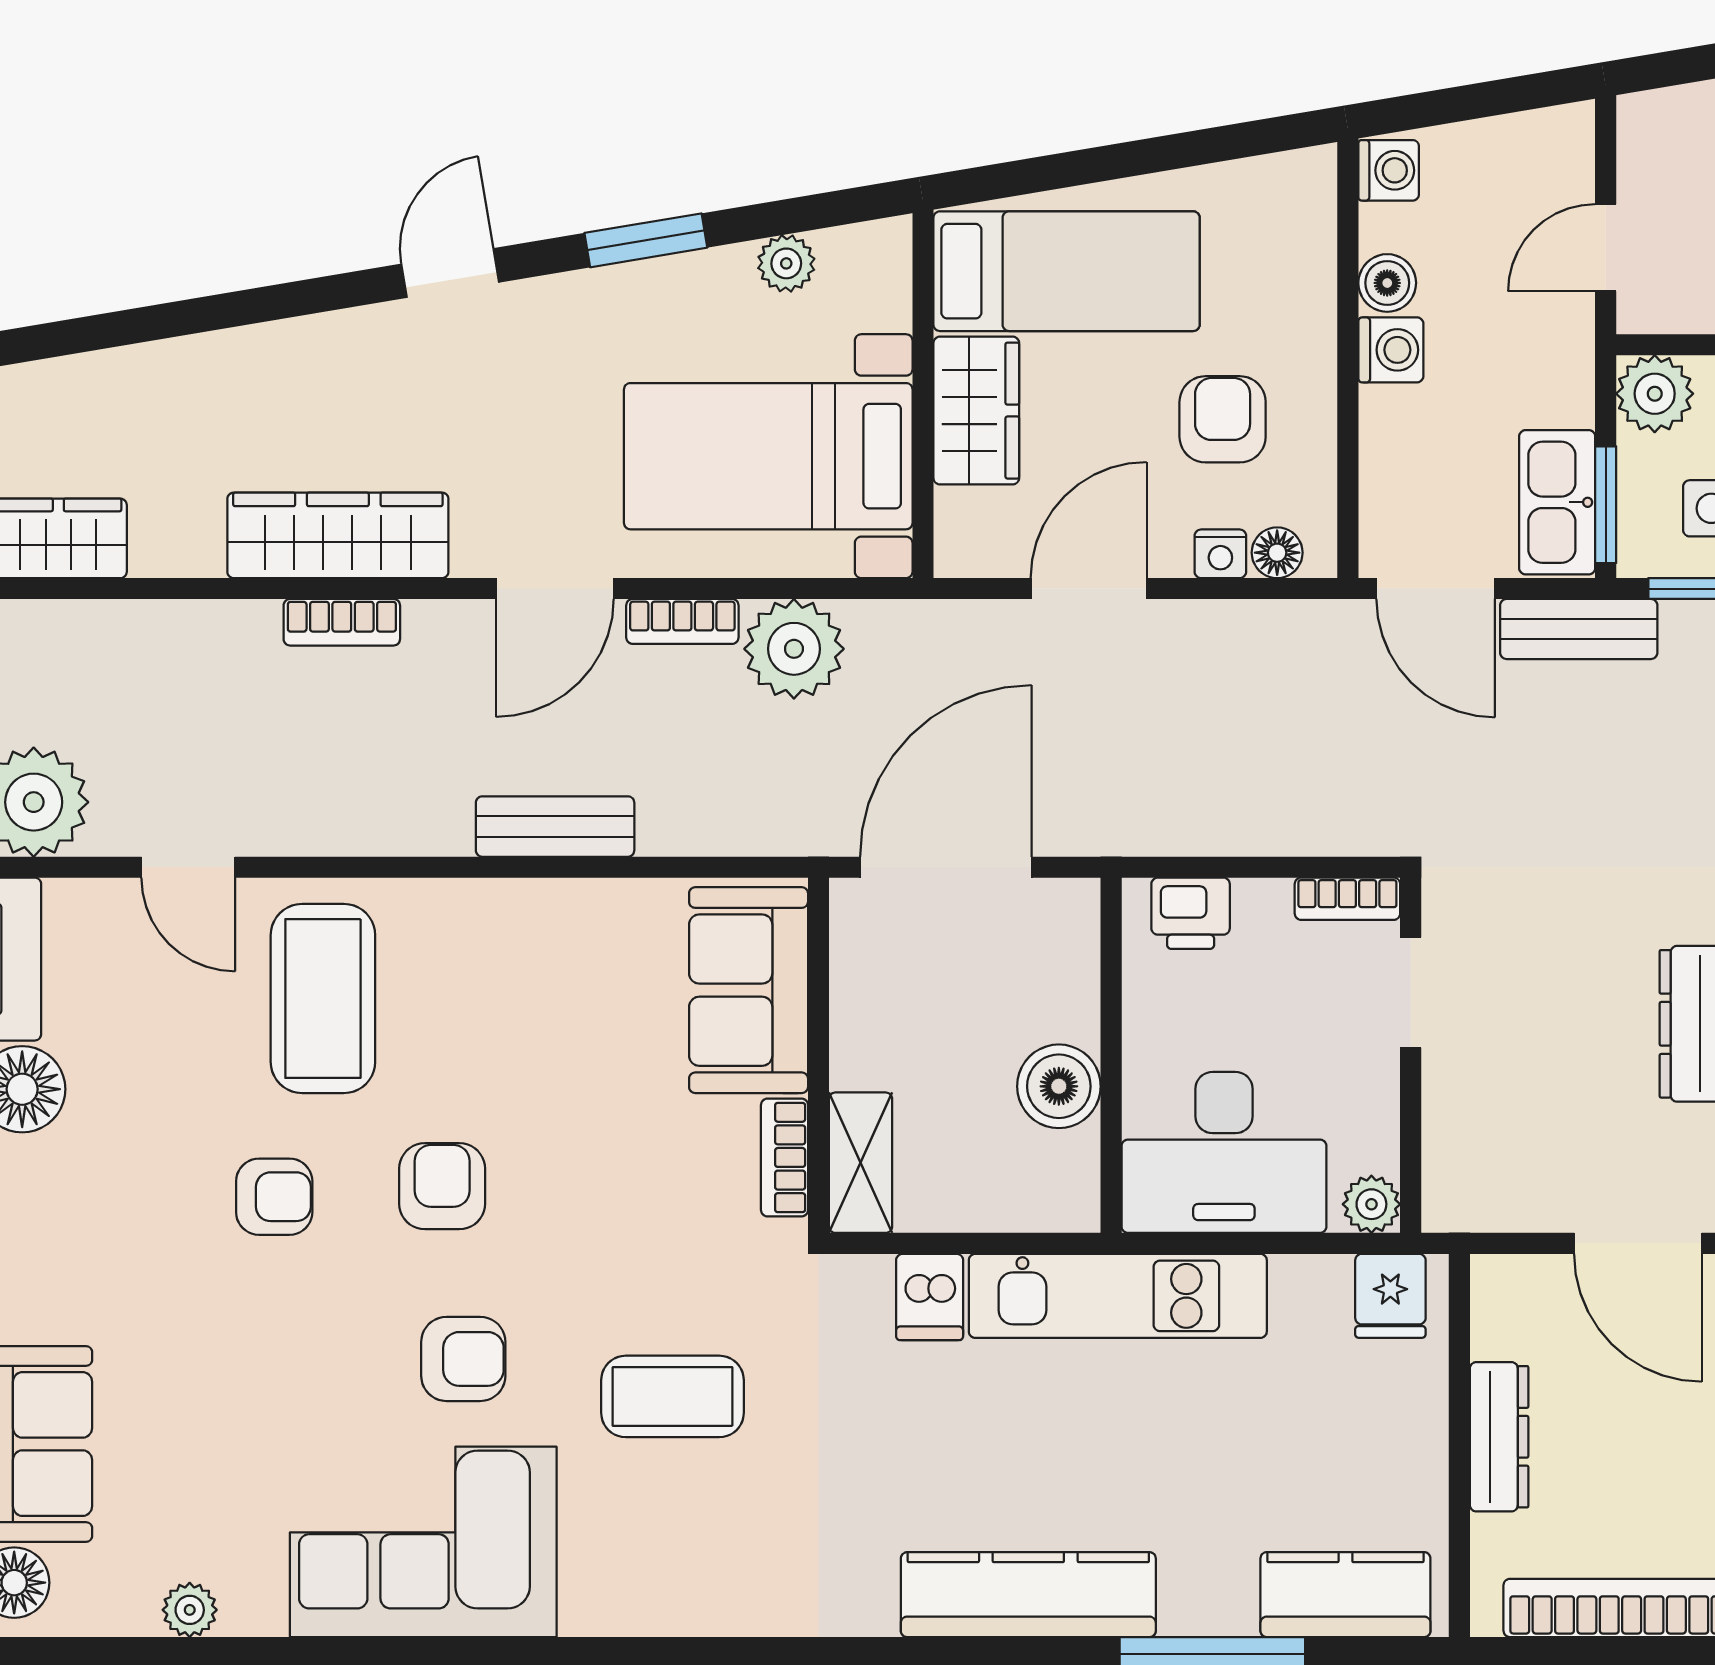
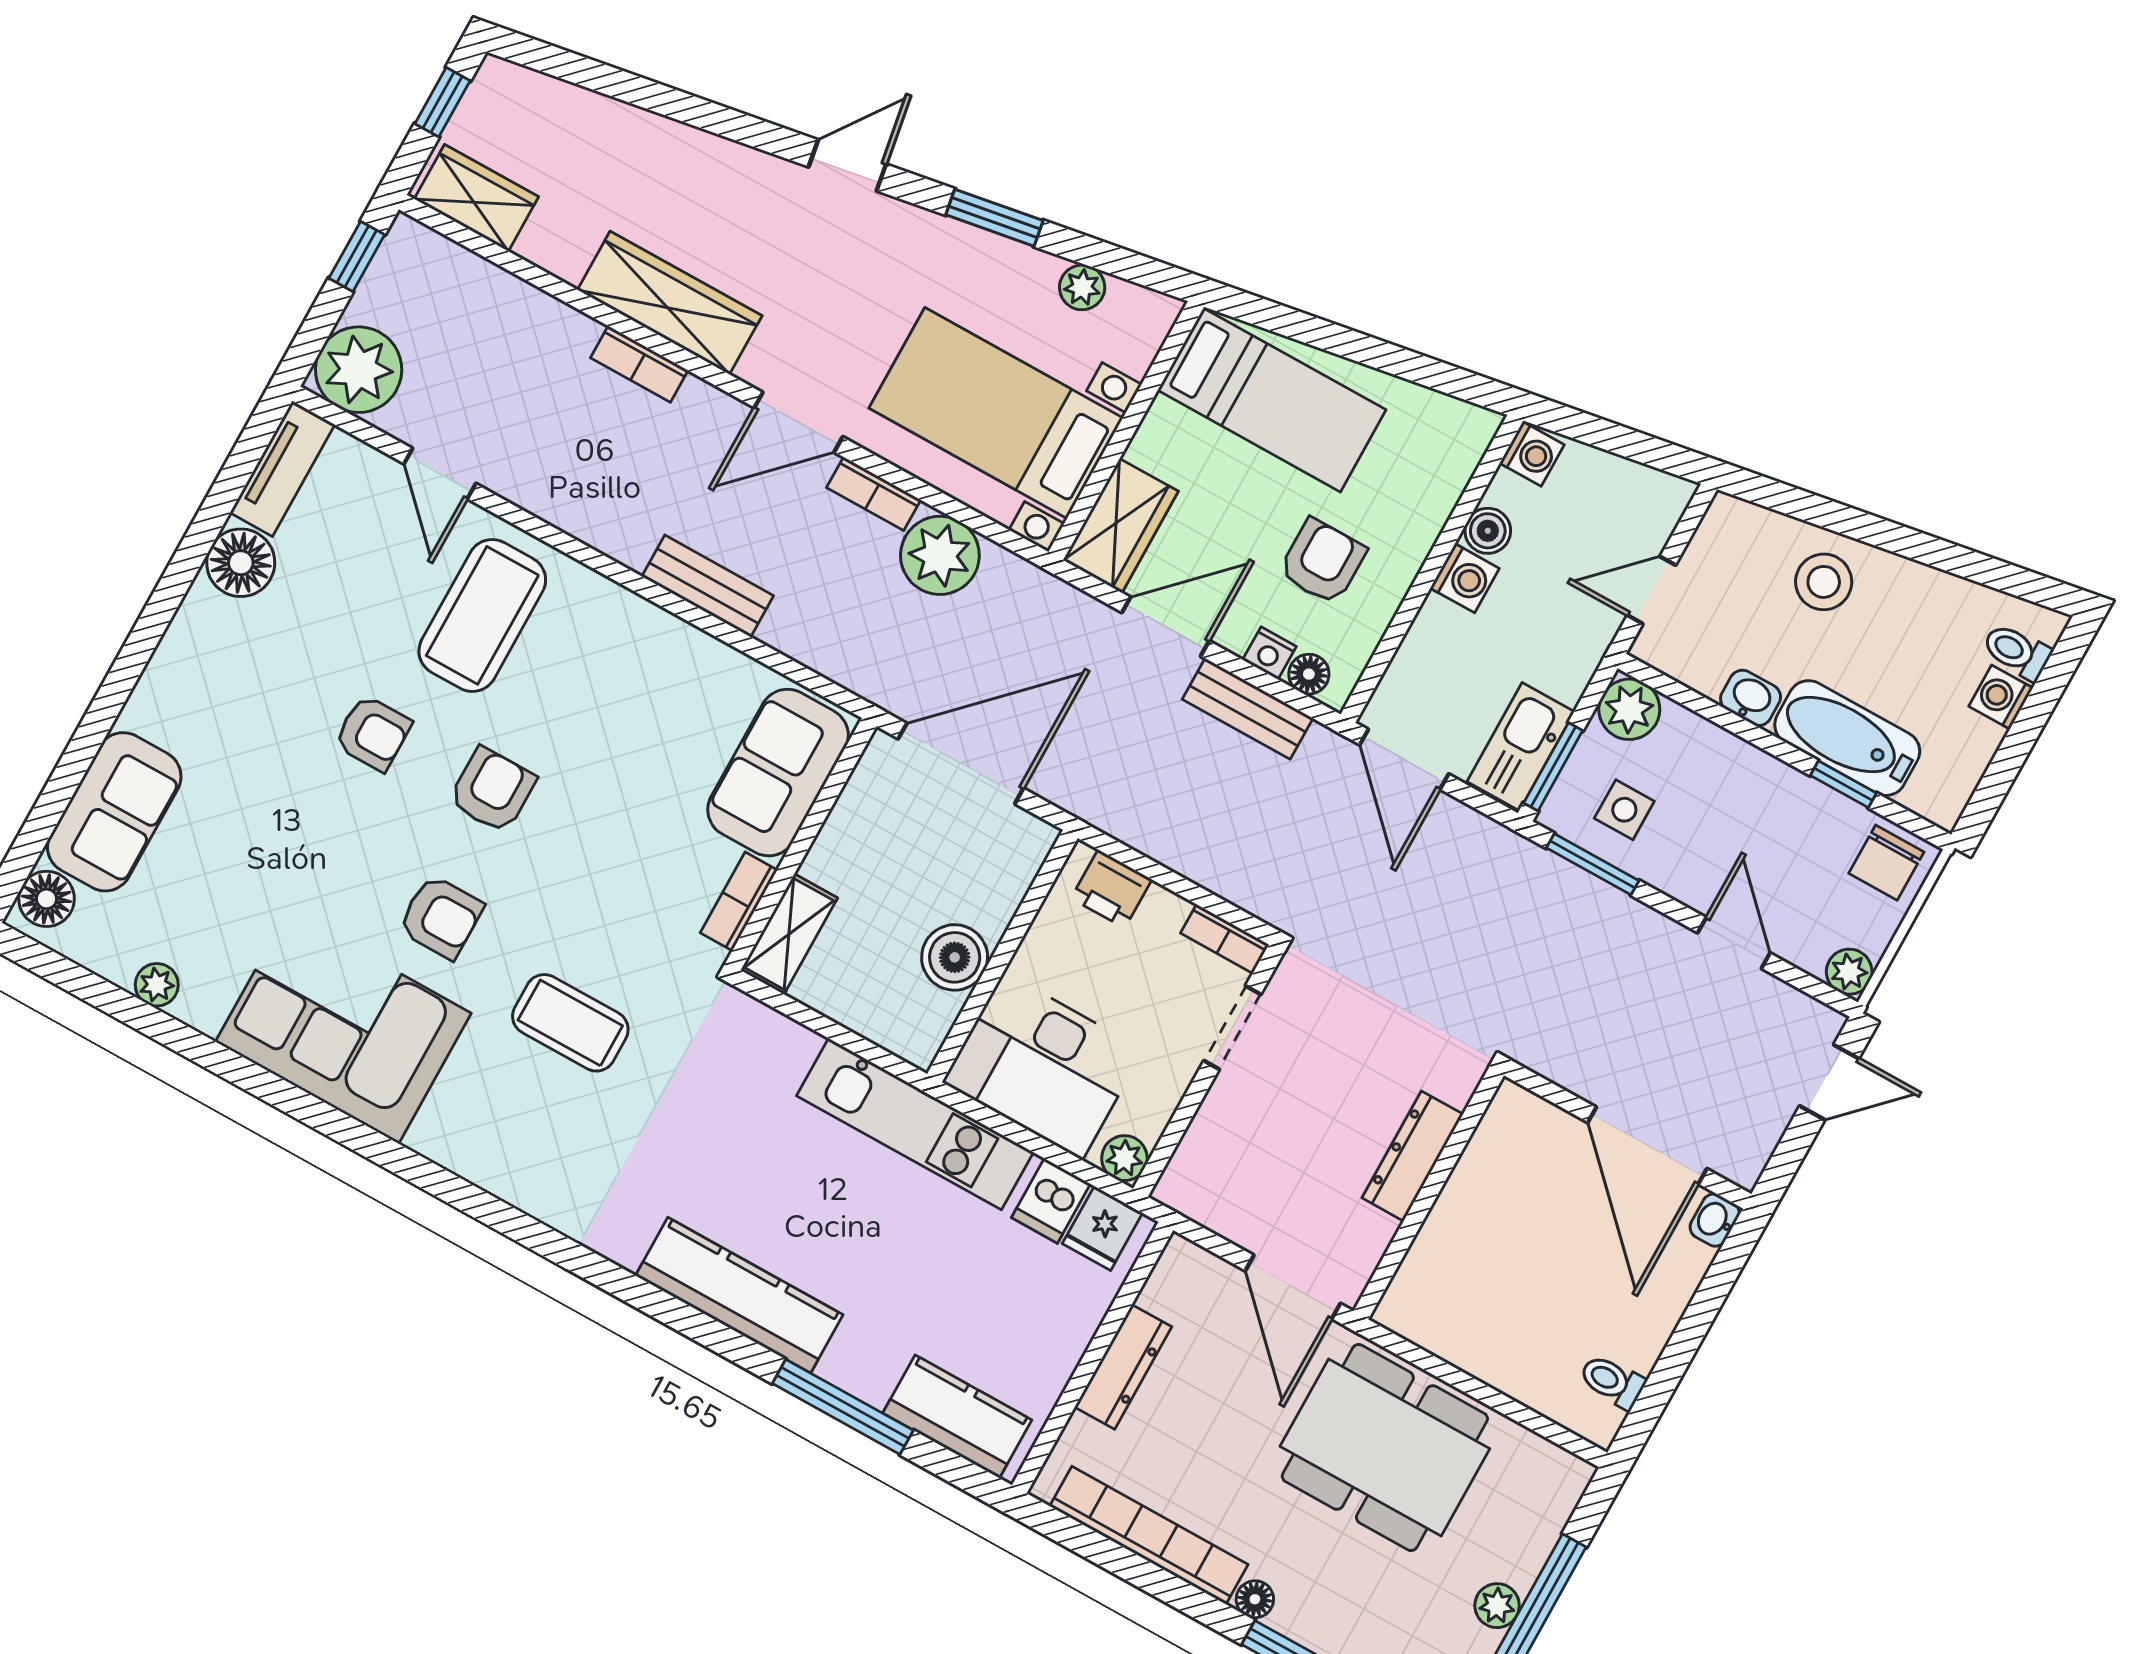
wardrobe: (976, 411) -> (1121, 526), moved
bench: (1579, 629) -> (1248, 709), moved
dishwasher: (930, 1297) -> (1051, 1201), moved

